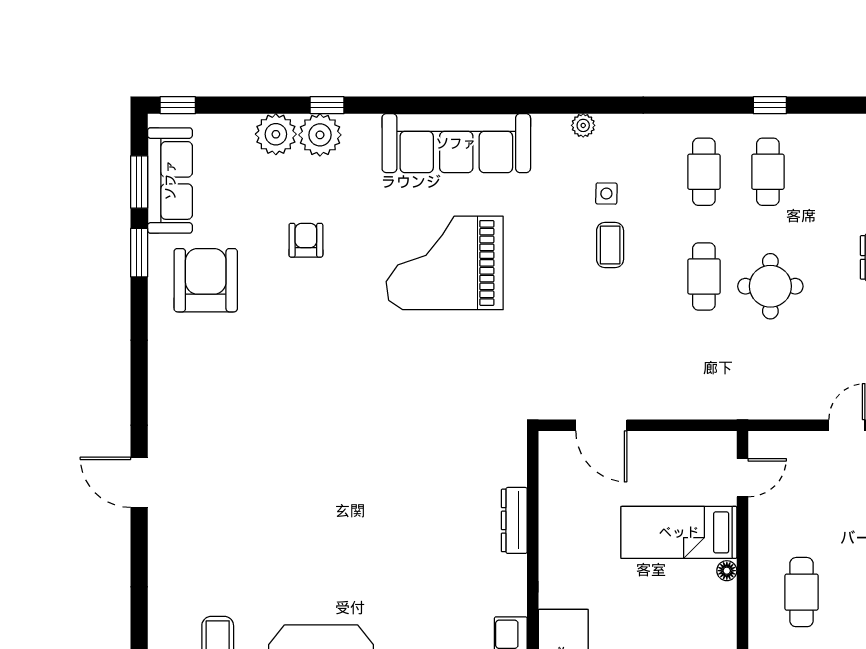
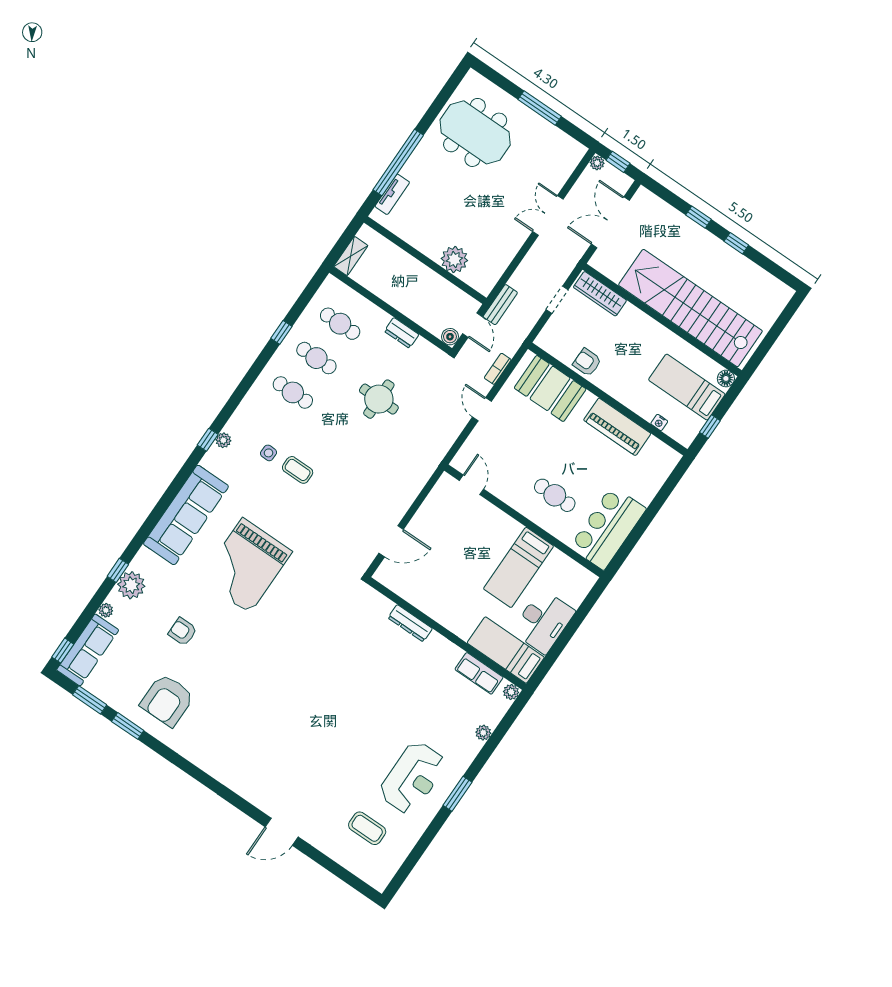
window: (570, 105) -> (208, 440), added
plant: (276, 134) -> (106, 610), width x0.53, depth x0.53
sofa: (170, 180) -> (88, 650), moved, turned 90
cafe table: (704, 276) -> (340, 324), moved
armchair: (206, 280) -> (167, 700), turned -90
door: (139, 482) -> (282, 832), moved
bed: (679, 532) -> (519, 567), moved
floor lamp: (727, 571) -> (516, 528), removed

